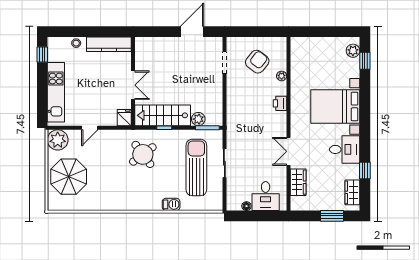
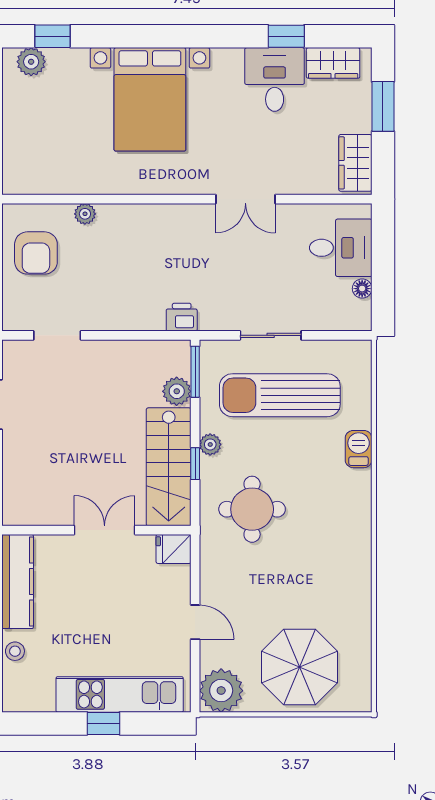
window: (42, 54) -> (103, 723), moved
armchair: (257, 62) -> (36, 253), moved, turned -128
printer: (280, 103) -> (182, 317), moved, turned 180
plant: (173, 135) -> (210, 444), added
desk: (345, 149) -> (275, 79), moved
round table: (143, 154) -> (252, 509), turned 37
wardrobe: (298, 182) -> (355, 163), moved, turned -90

